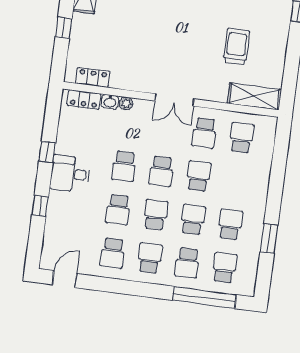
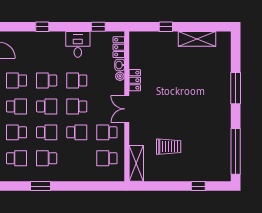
locker: (93, 77) -> (135, 80), moved
school desk: (242, 138) -> (107, 158), turned 180
window: (47, 152) -> (98, 27), moved
desk: (70, 174) -> (78, 44), moved
school desk: (230, 224) -> (47, 158), turned 180

